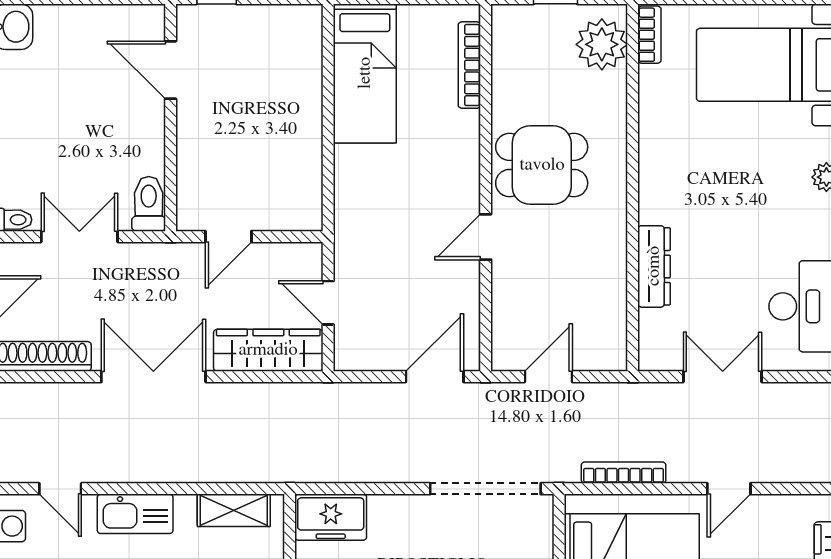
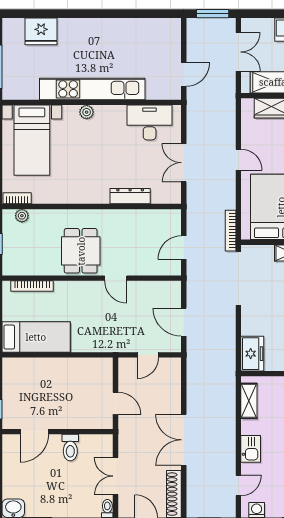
plant: (602, 44) -> (22, 216), width x0.53, depth x0.53
toilet: (149, 204) -> (70, 448), moved, turned -90
wardrobe: (268, 350) -> (171, 384), removed
door: (435, 377) -> (184, 322), moved
door: (548, 377) -> (184, 248), hinge flipped
bookcase: (624, 473) -> (231, 231), moved
kitchen sink: (135, 514) -> (251, 449), width x0.73

